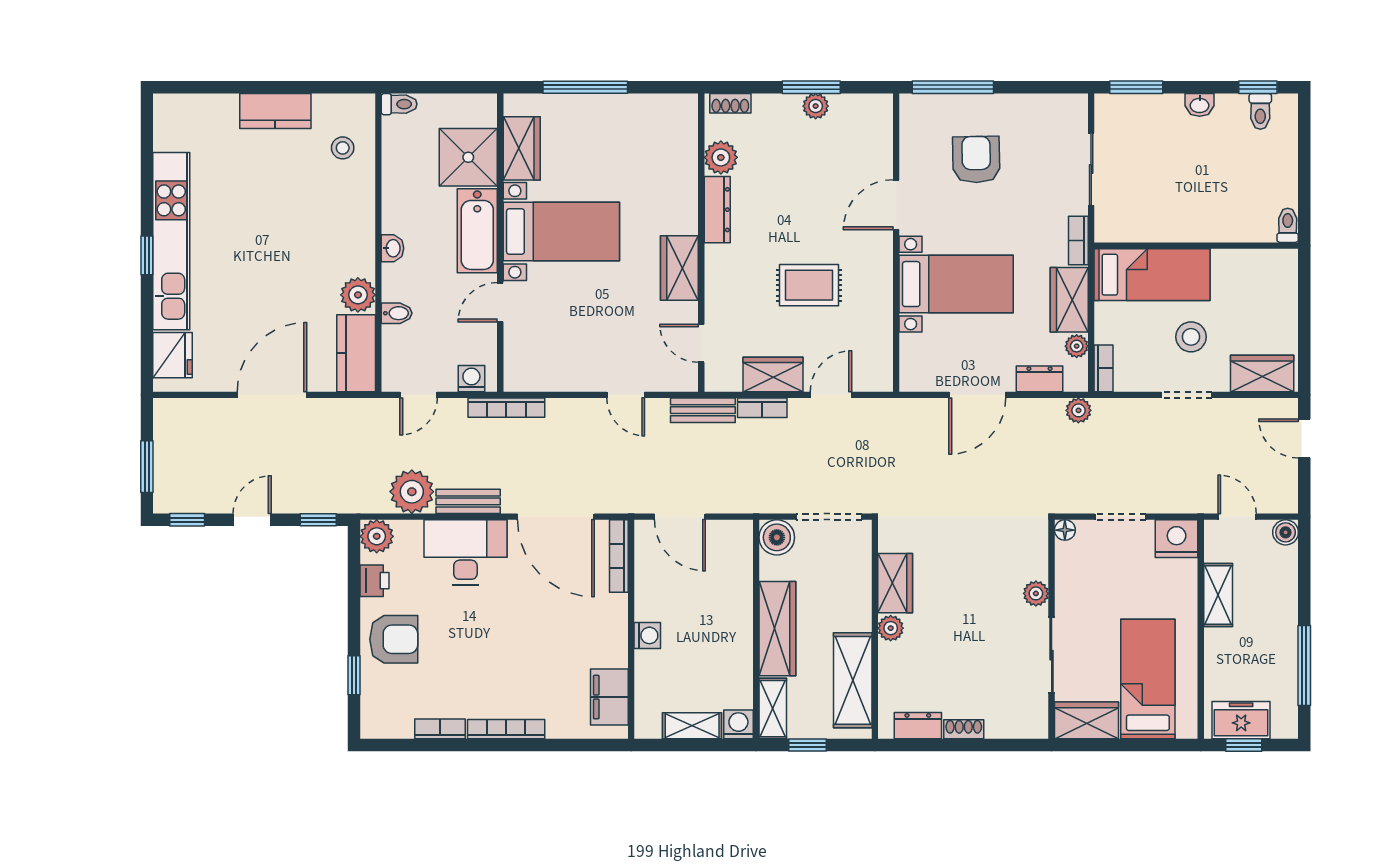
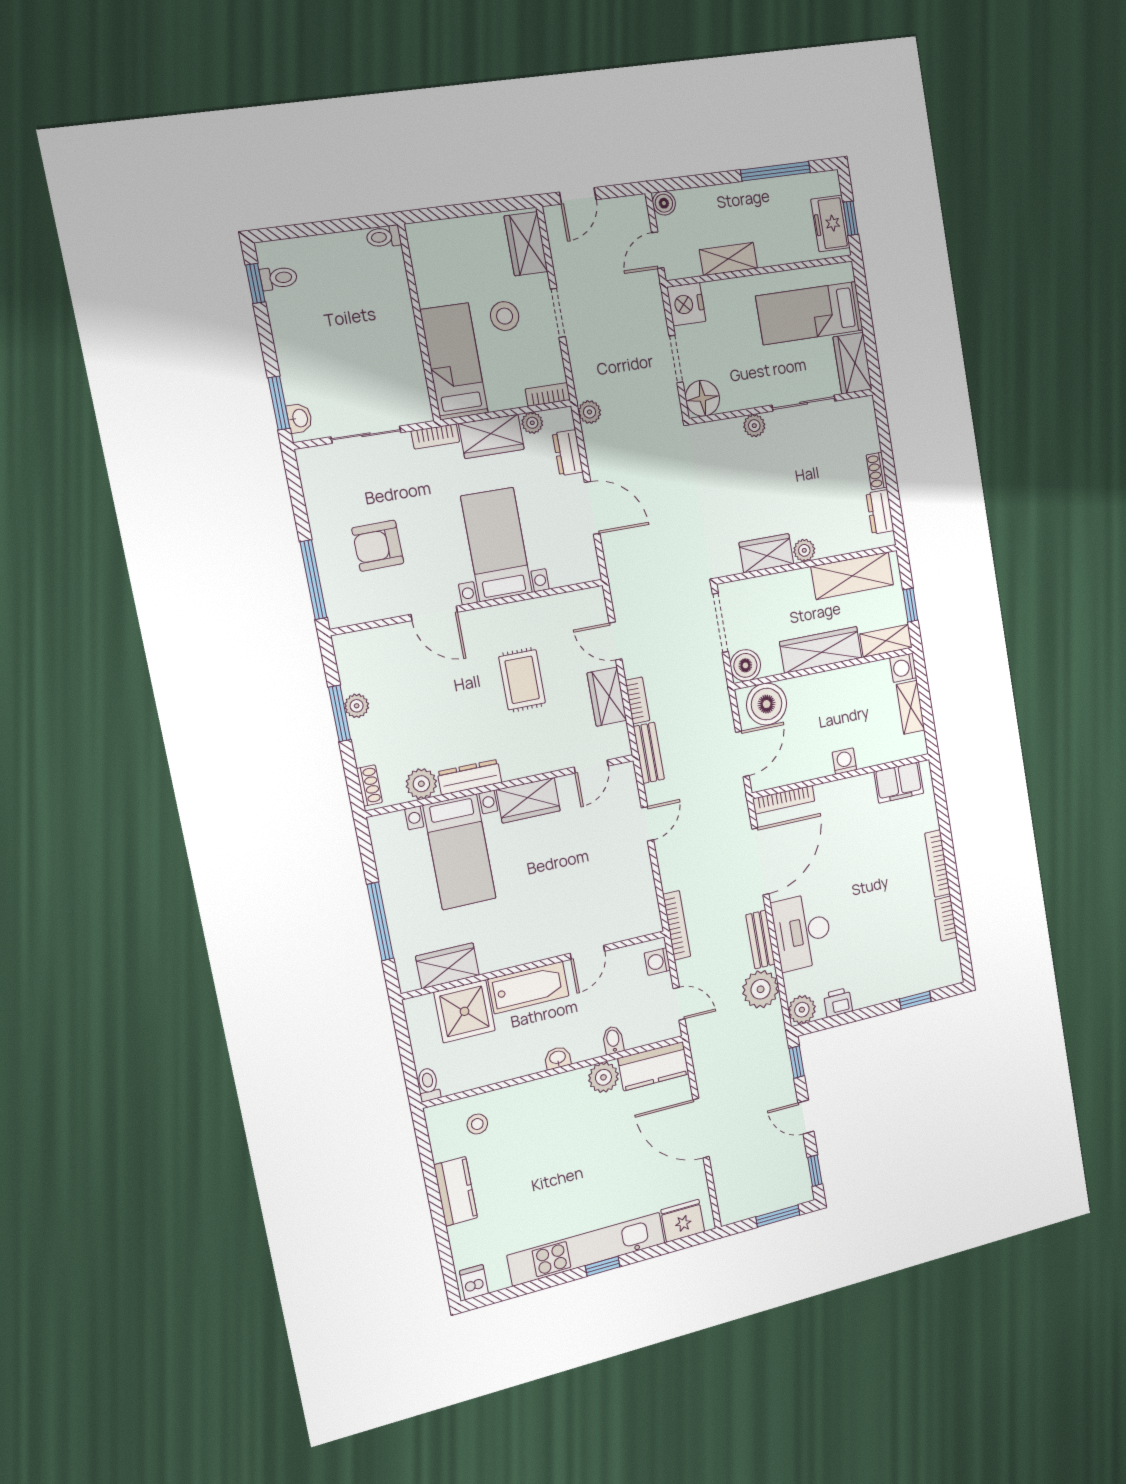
washbasin: (1200, 105) -> (299, 418), moved
dishwasher: (170, 112) -> (474, 1282), added
bed with nightstands: (561, 231) -> (460, 852), moved, turned 180
door: (500, 302) -> (587, 952), hinge flipped
floor lamp: (1065, 530) -> (702, 398), width x1.89, depth x1.89
boiler: (729, 554) -> (767, 704), added
armchair: (394, 639) -> (882, 974), removed

